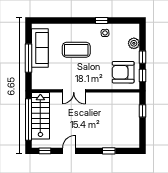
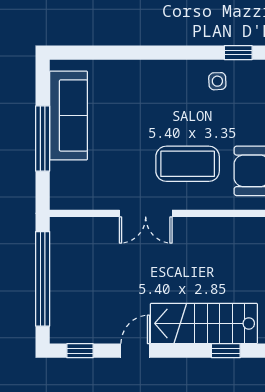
window: (102, 20) -> (238, 53), moved
coffee table: (76, 50) -> (188, 164), moved
stairs: (40, 116) -> (204, 323), moved, turned -90

